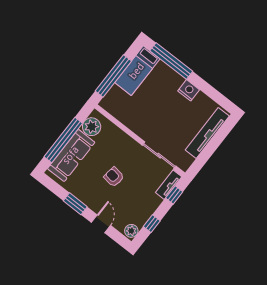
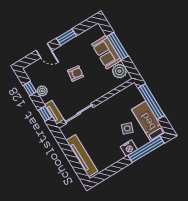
nightstand: (189, 90) -> (129, 148), moved
side table: (155, 92) -> (127, 128), added
window: (63, 140) -> (117, 46), width x0.68
sofa: (71, 155) -> (106, 52), width x0.73
plant: (131, 231) -> (42, 91), moved

